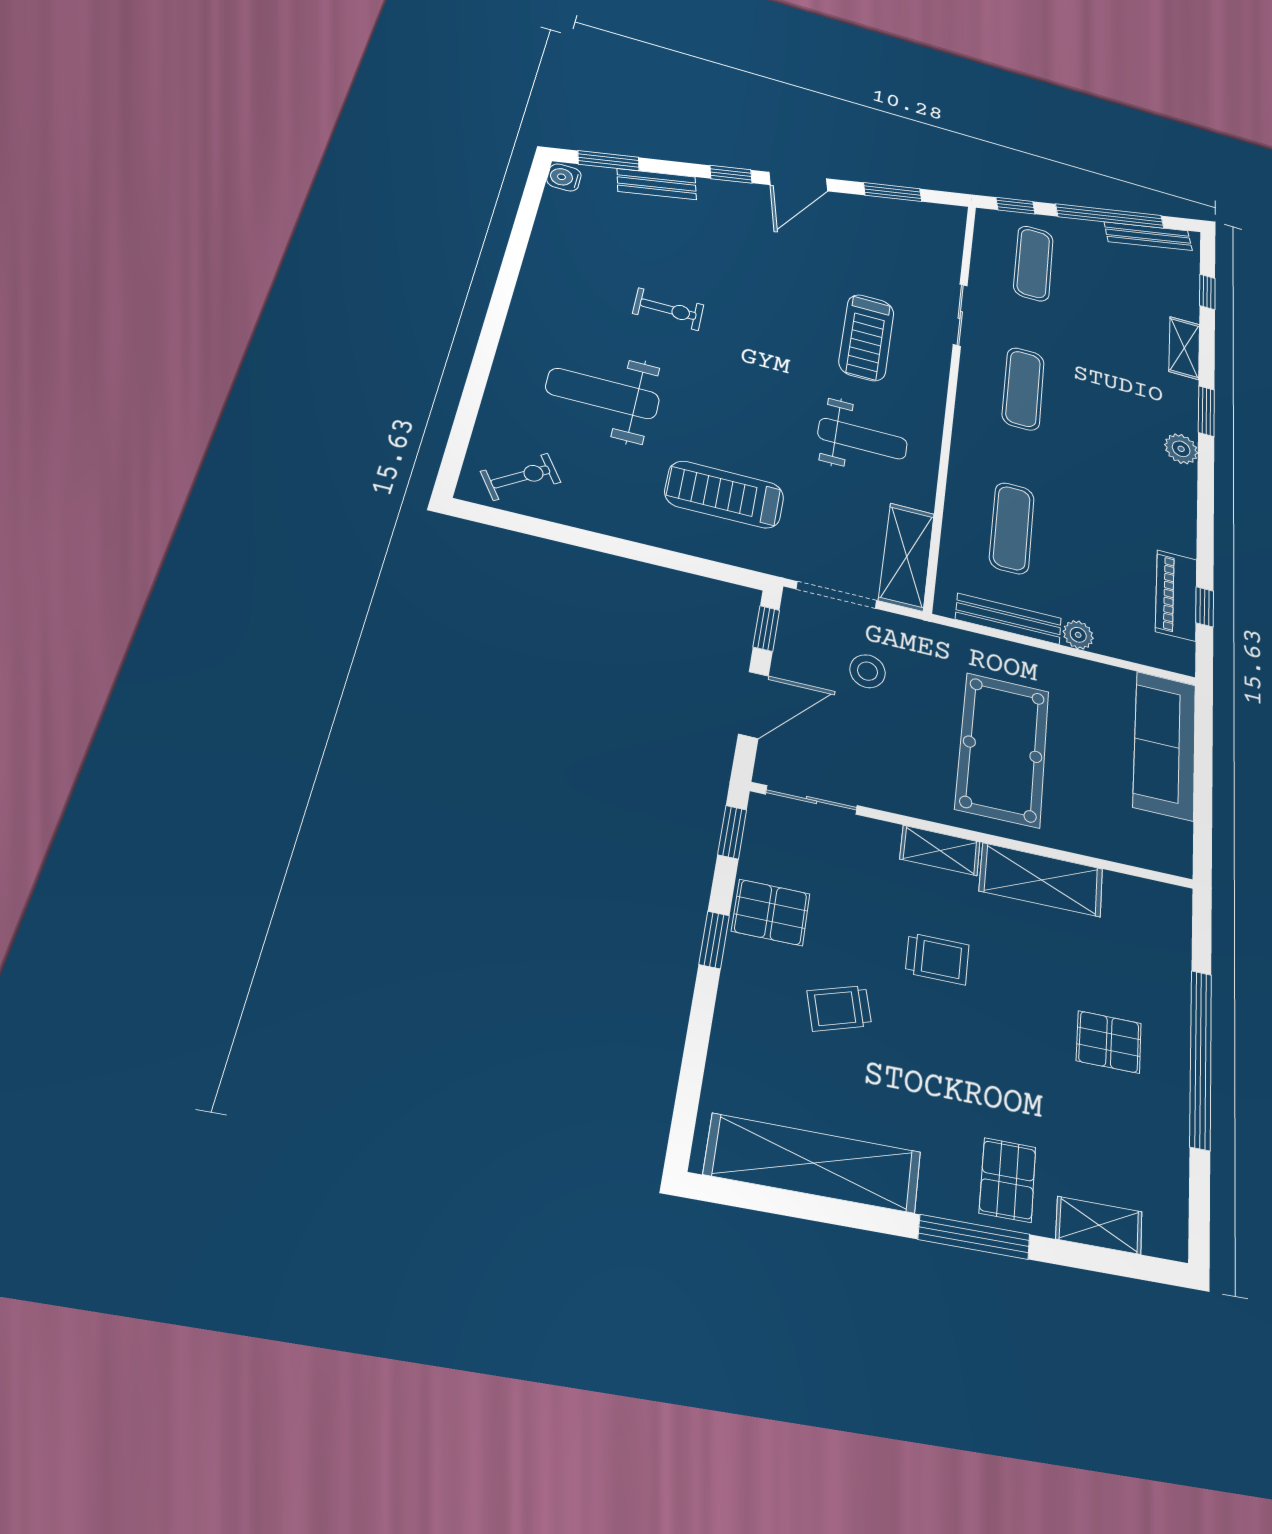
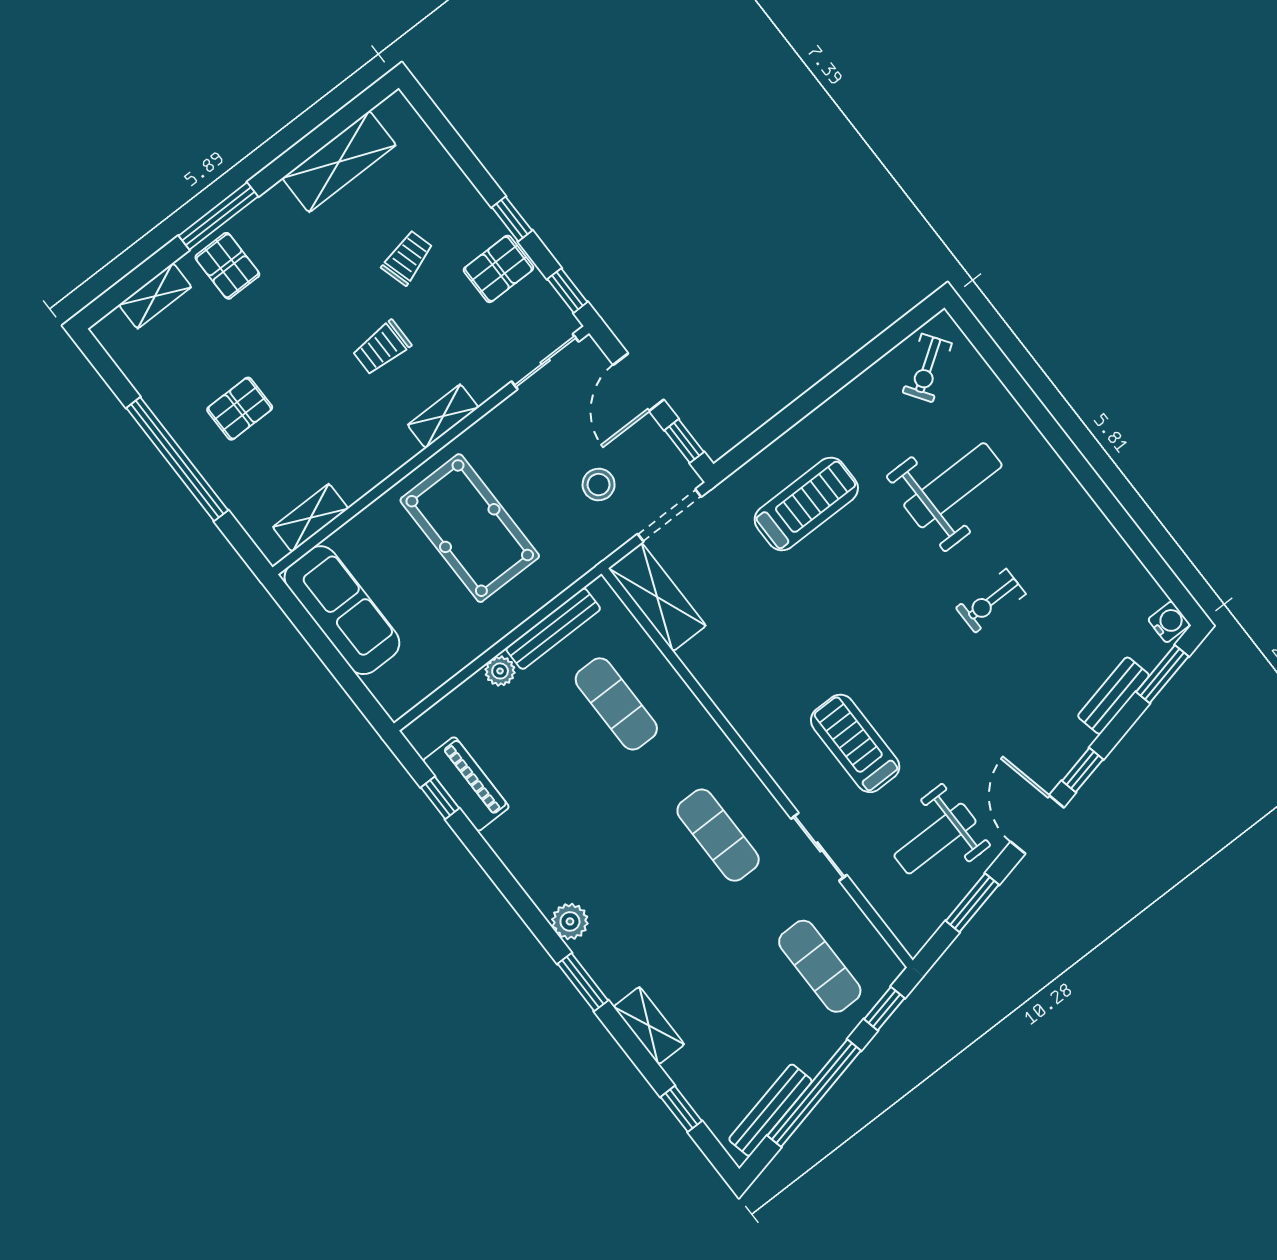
weight bench: (863, 439) -> (935, 839), moved
sofa: (1165, 745) -> (342, 610), moved
shelving: (1041, 880) -> (311, 518), moved, width x0.67, depth x0.75
shelving: (814, 1163) -> (339, 162), width x0.68

